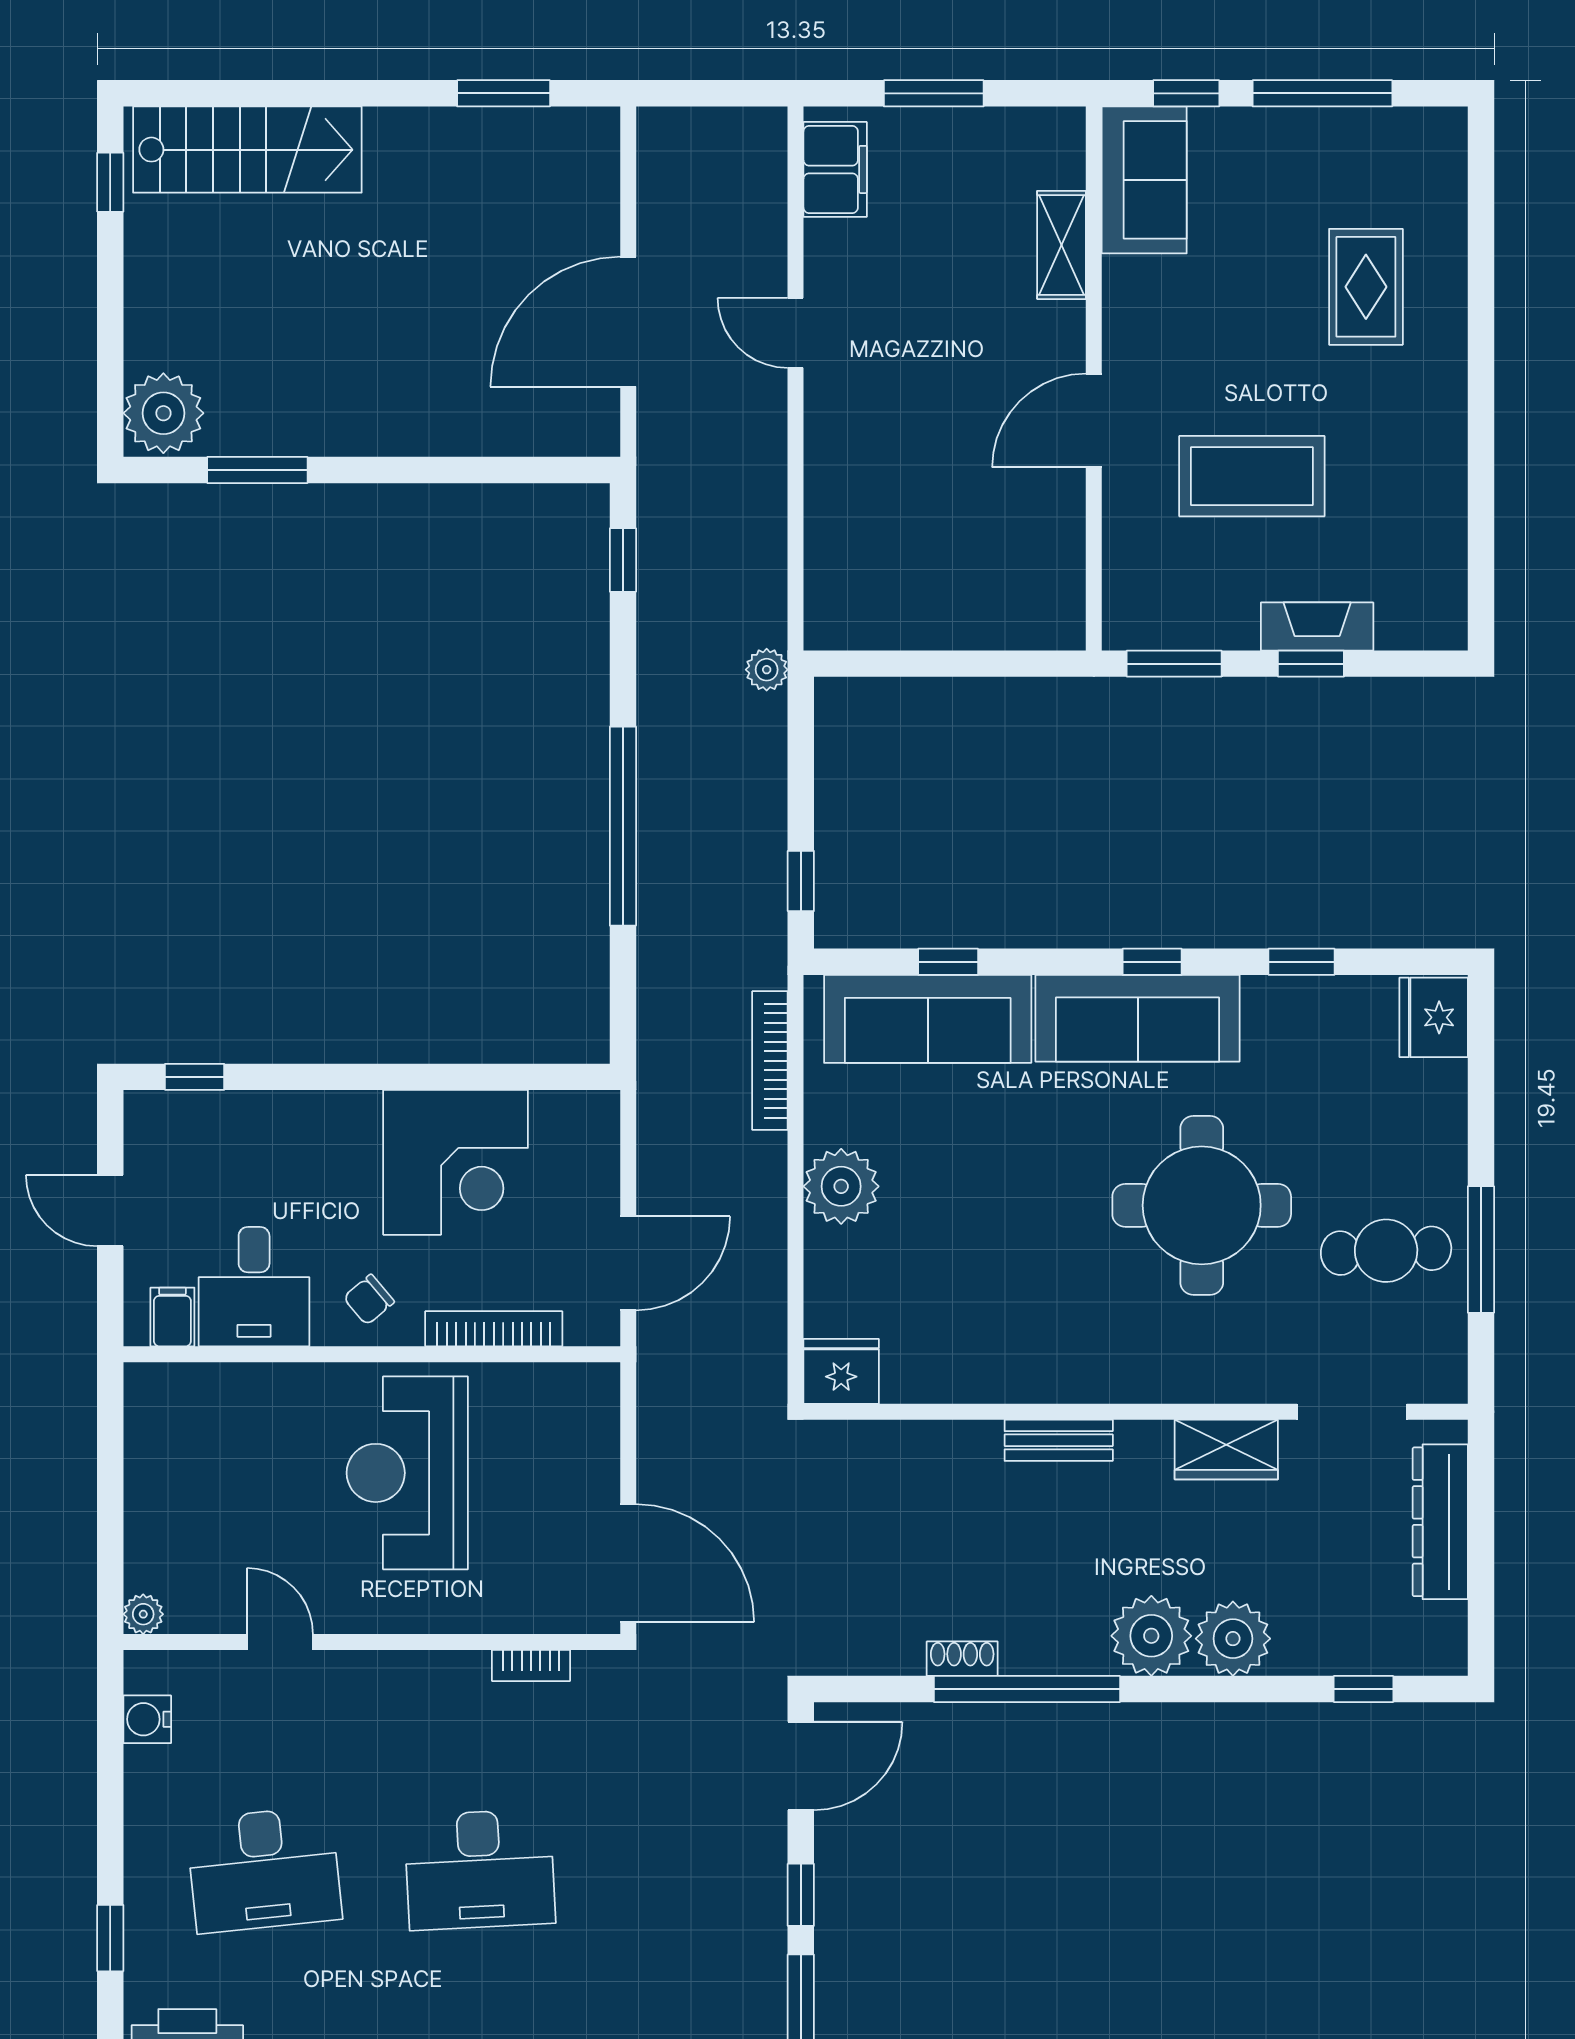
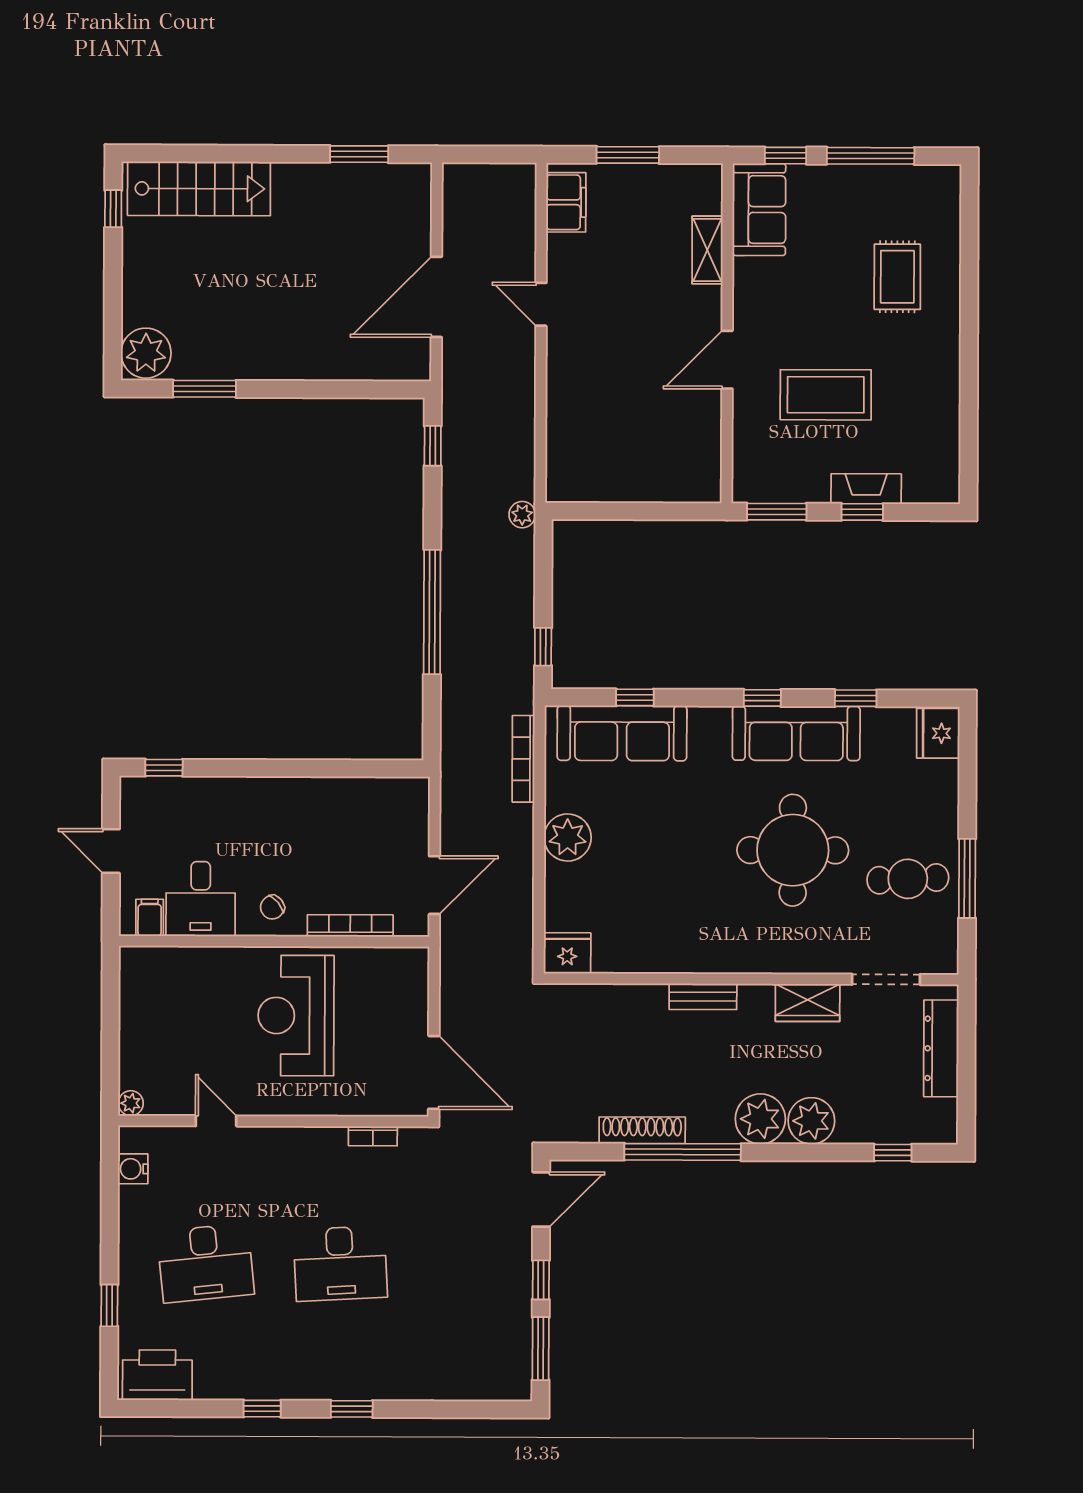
sofa: (1138, 1018) -> (796, 733), moved
corner desk: (456, 1162) -> (327, 822), removed
shoe rack: (962, 1659) -> (642, 1130), width x1.94, depth x1.24

